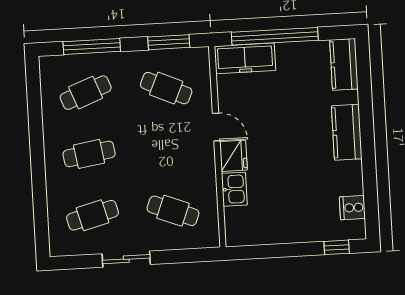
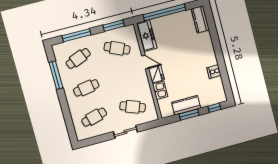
freezer: (245, 58) -> (147, 36), moved, turned -90
window: (35, 116) -> (56, 75), added
kitchen counter: (347, 132) -> (186, 105), moved, turned 90
cooker: (352, 208) -> (214, 72), moved
window: (283, 250) -> (189, 115), added
sliding door: (126, 259) -> (125, 132), moved

